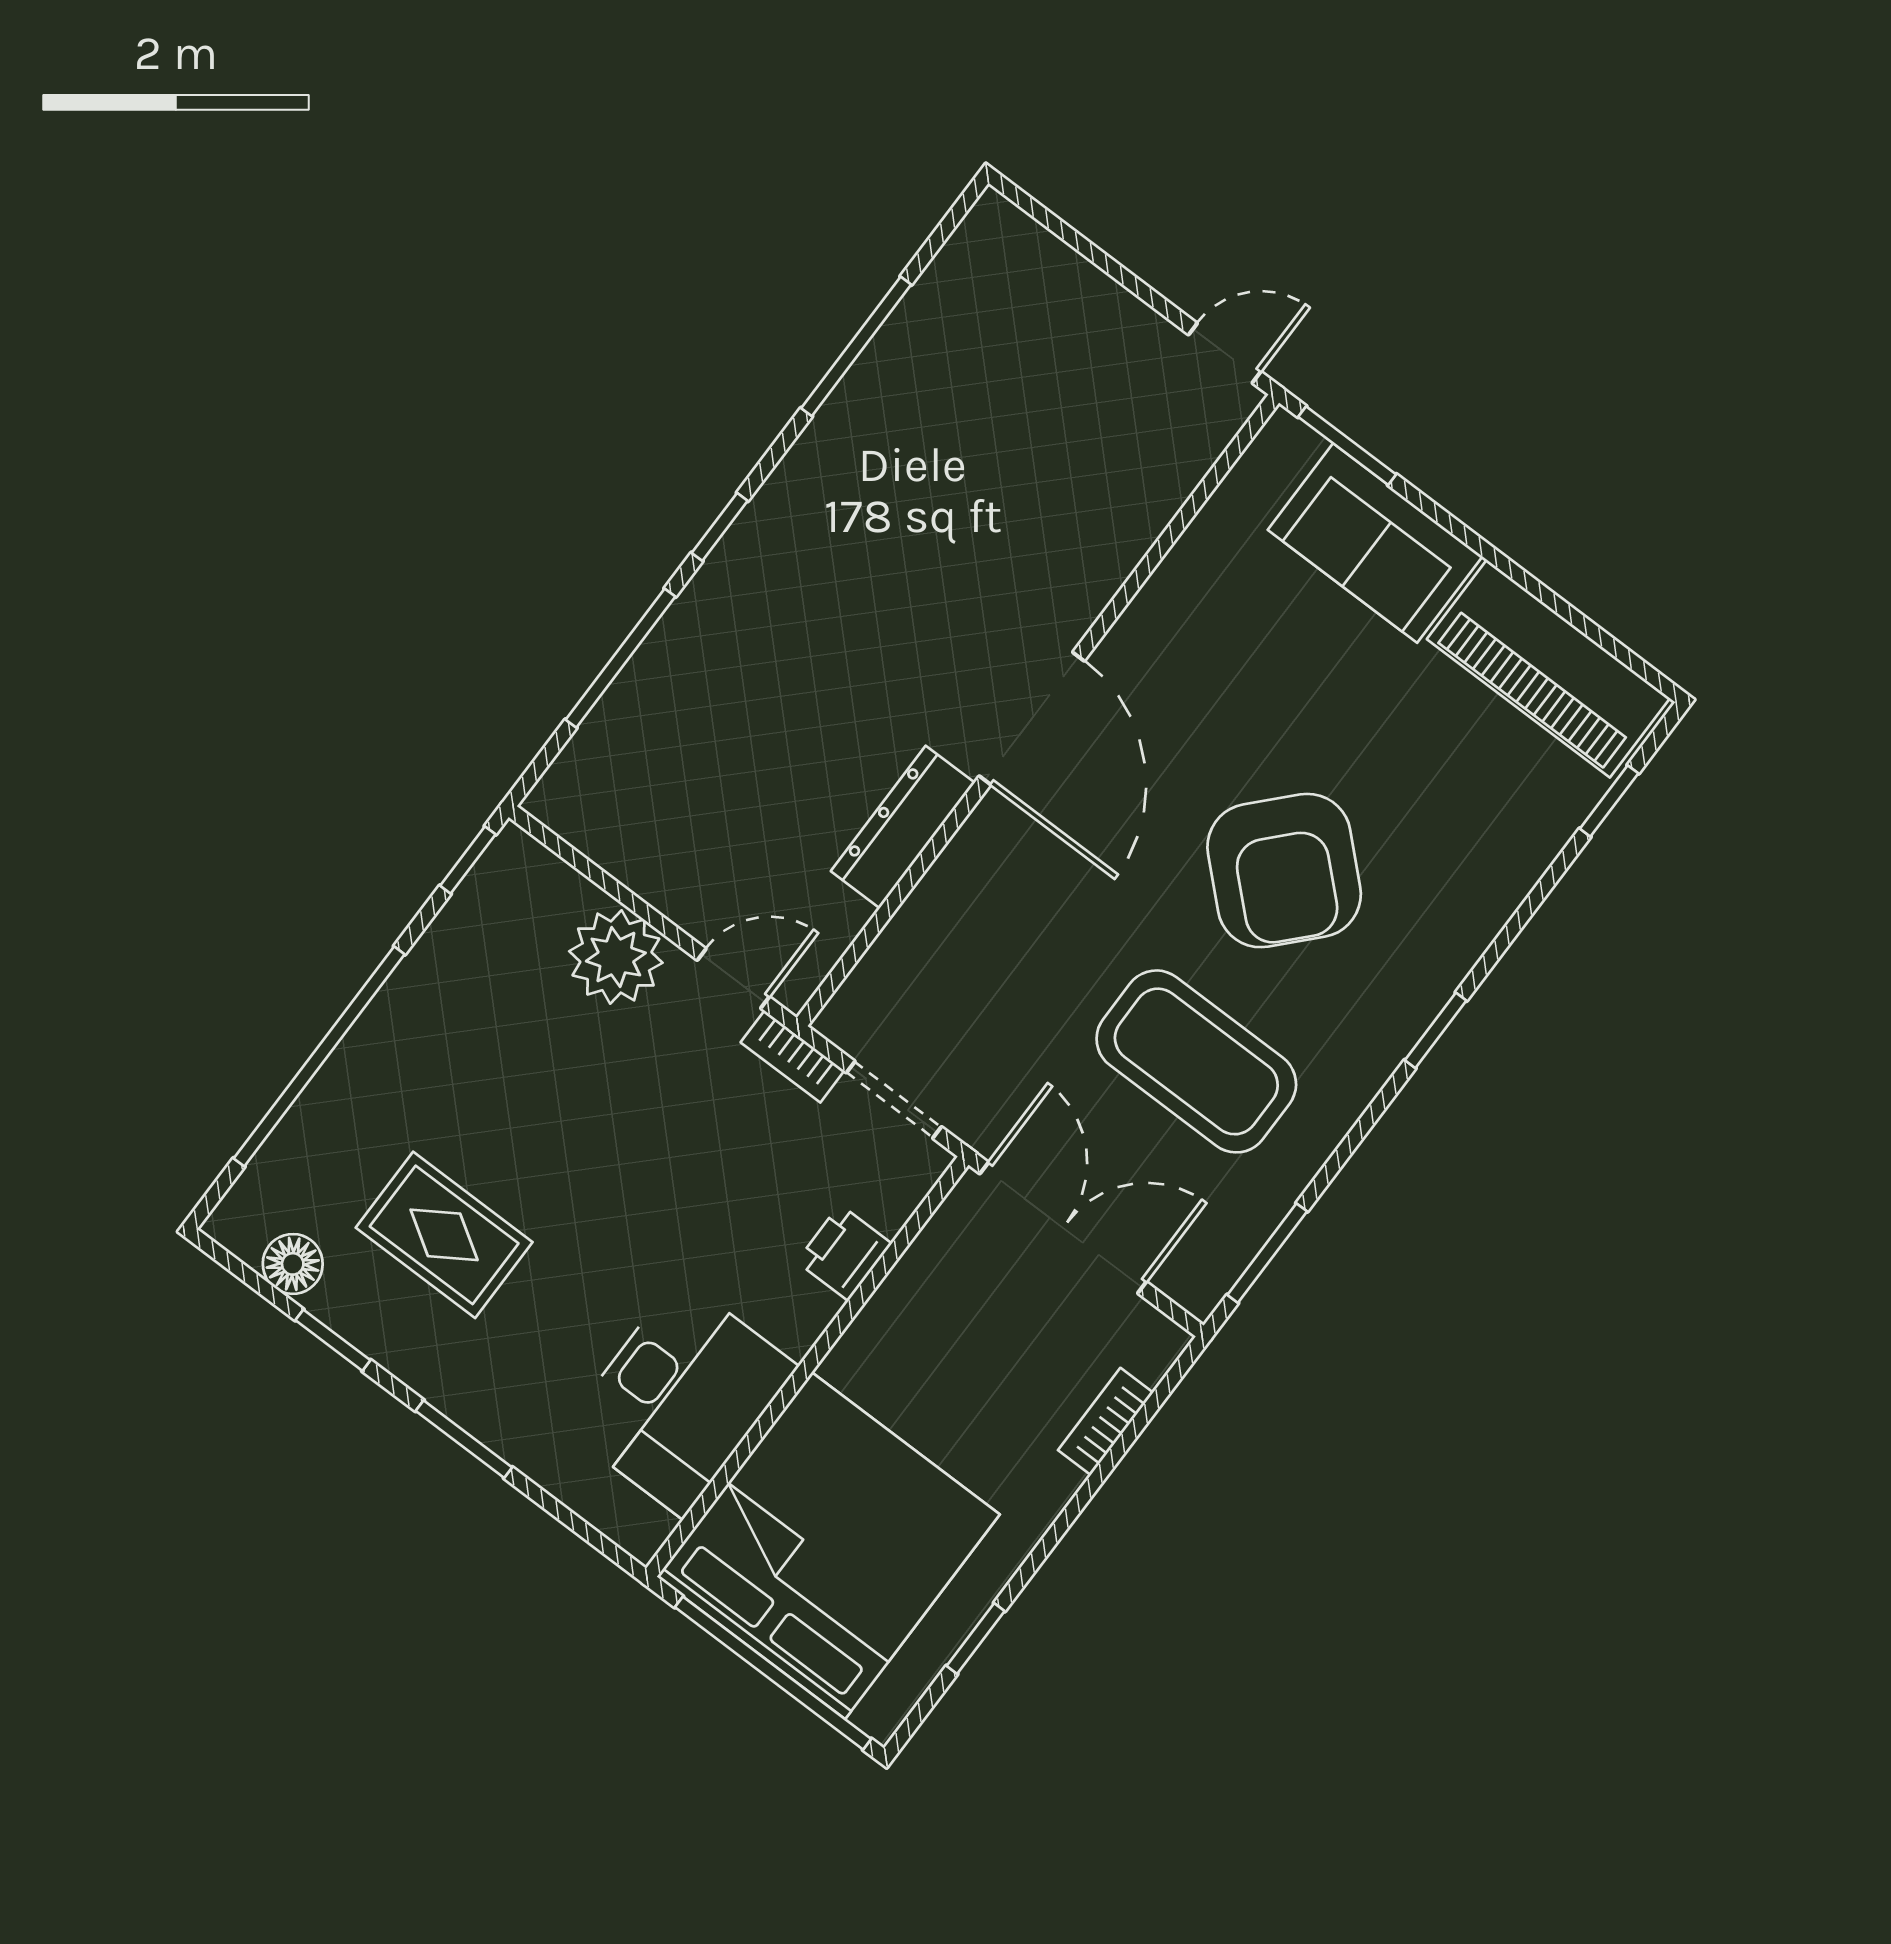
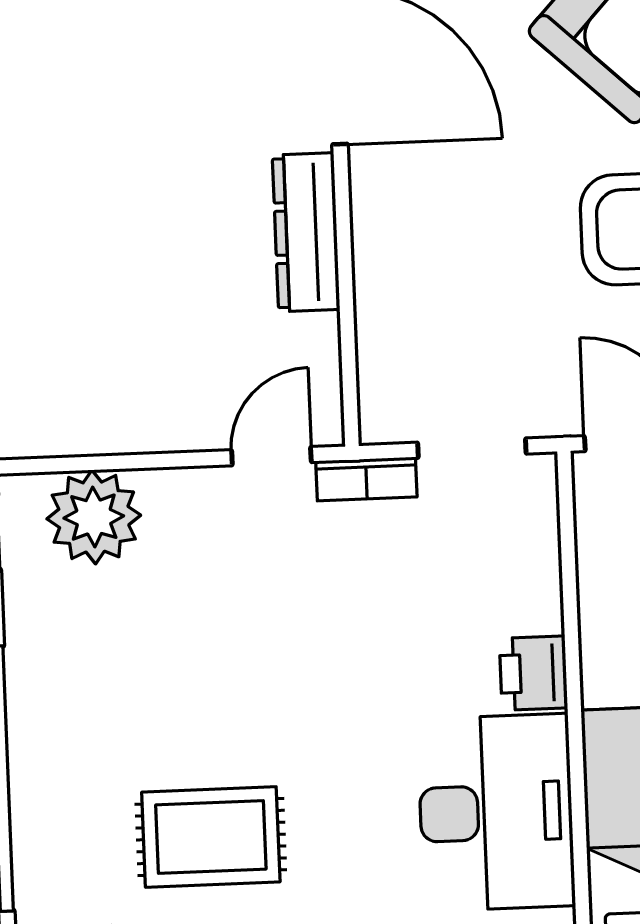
plant: (616, 957) -> (94, 517), moved
printer: (844, 1253) -> (533, 673), moved

